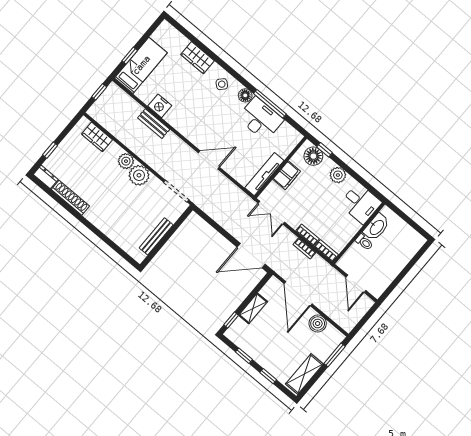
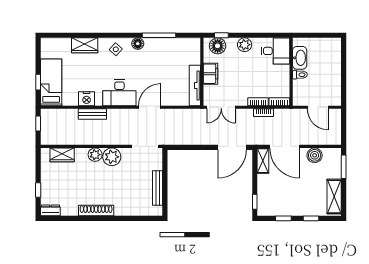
desk: (260, 119) -> (119, 93), moved, turned 180
shoe rack: (70, 198) -> (96, 211), moved
shelving: (253, 308) -> (263, 161), moved

